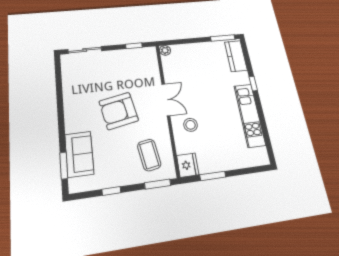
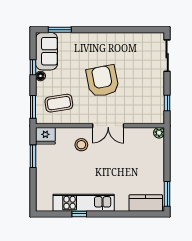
window: (253, 84) -> (79, 214), moved
sofa: (79, 154) -> (47, 51), moved, turned -90
floor lamp: (121, 180) -> (40, 76), added

